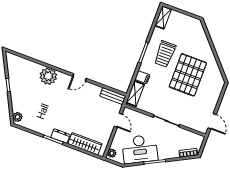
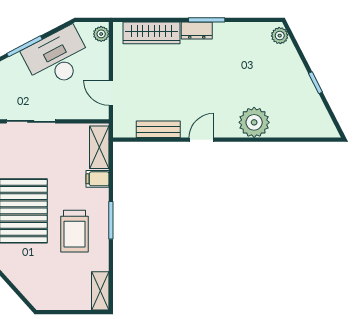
trolley: (165, 54) -> (74, 231), turned 180
bench: (113, 96) -> (158, 129), moved

